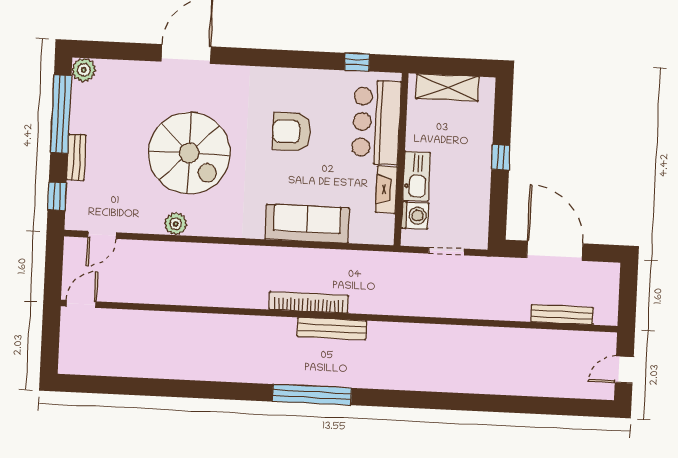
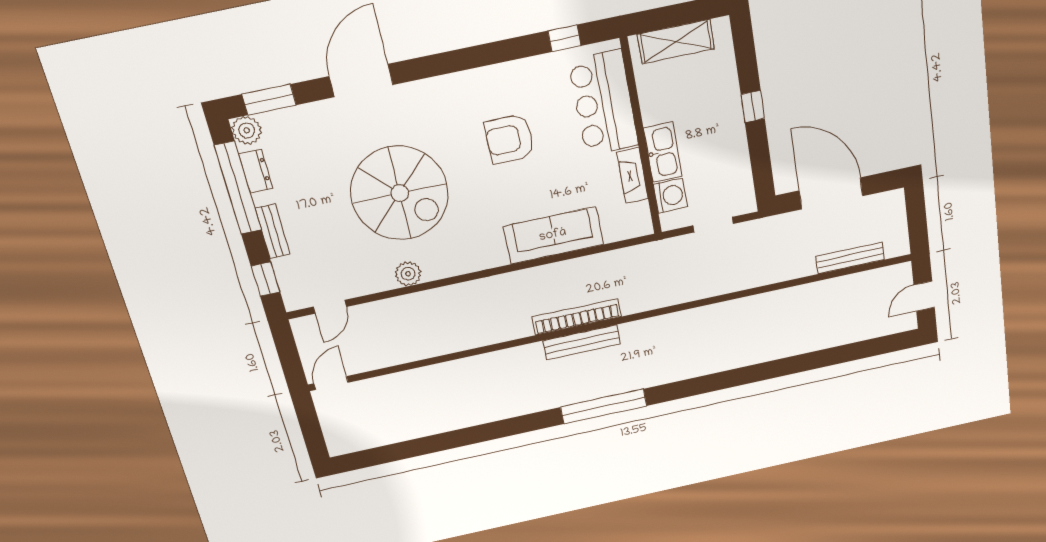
window: (109, 50) -> (269, 100), added
dresser: (80, 104) -> (256, 171), added
bench: (332, 329) -> (582, 342), moved

